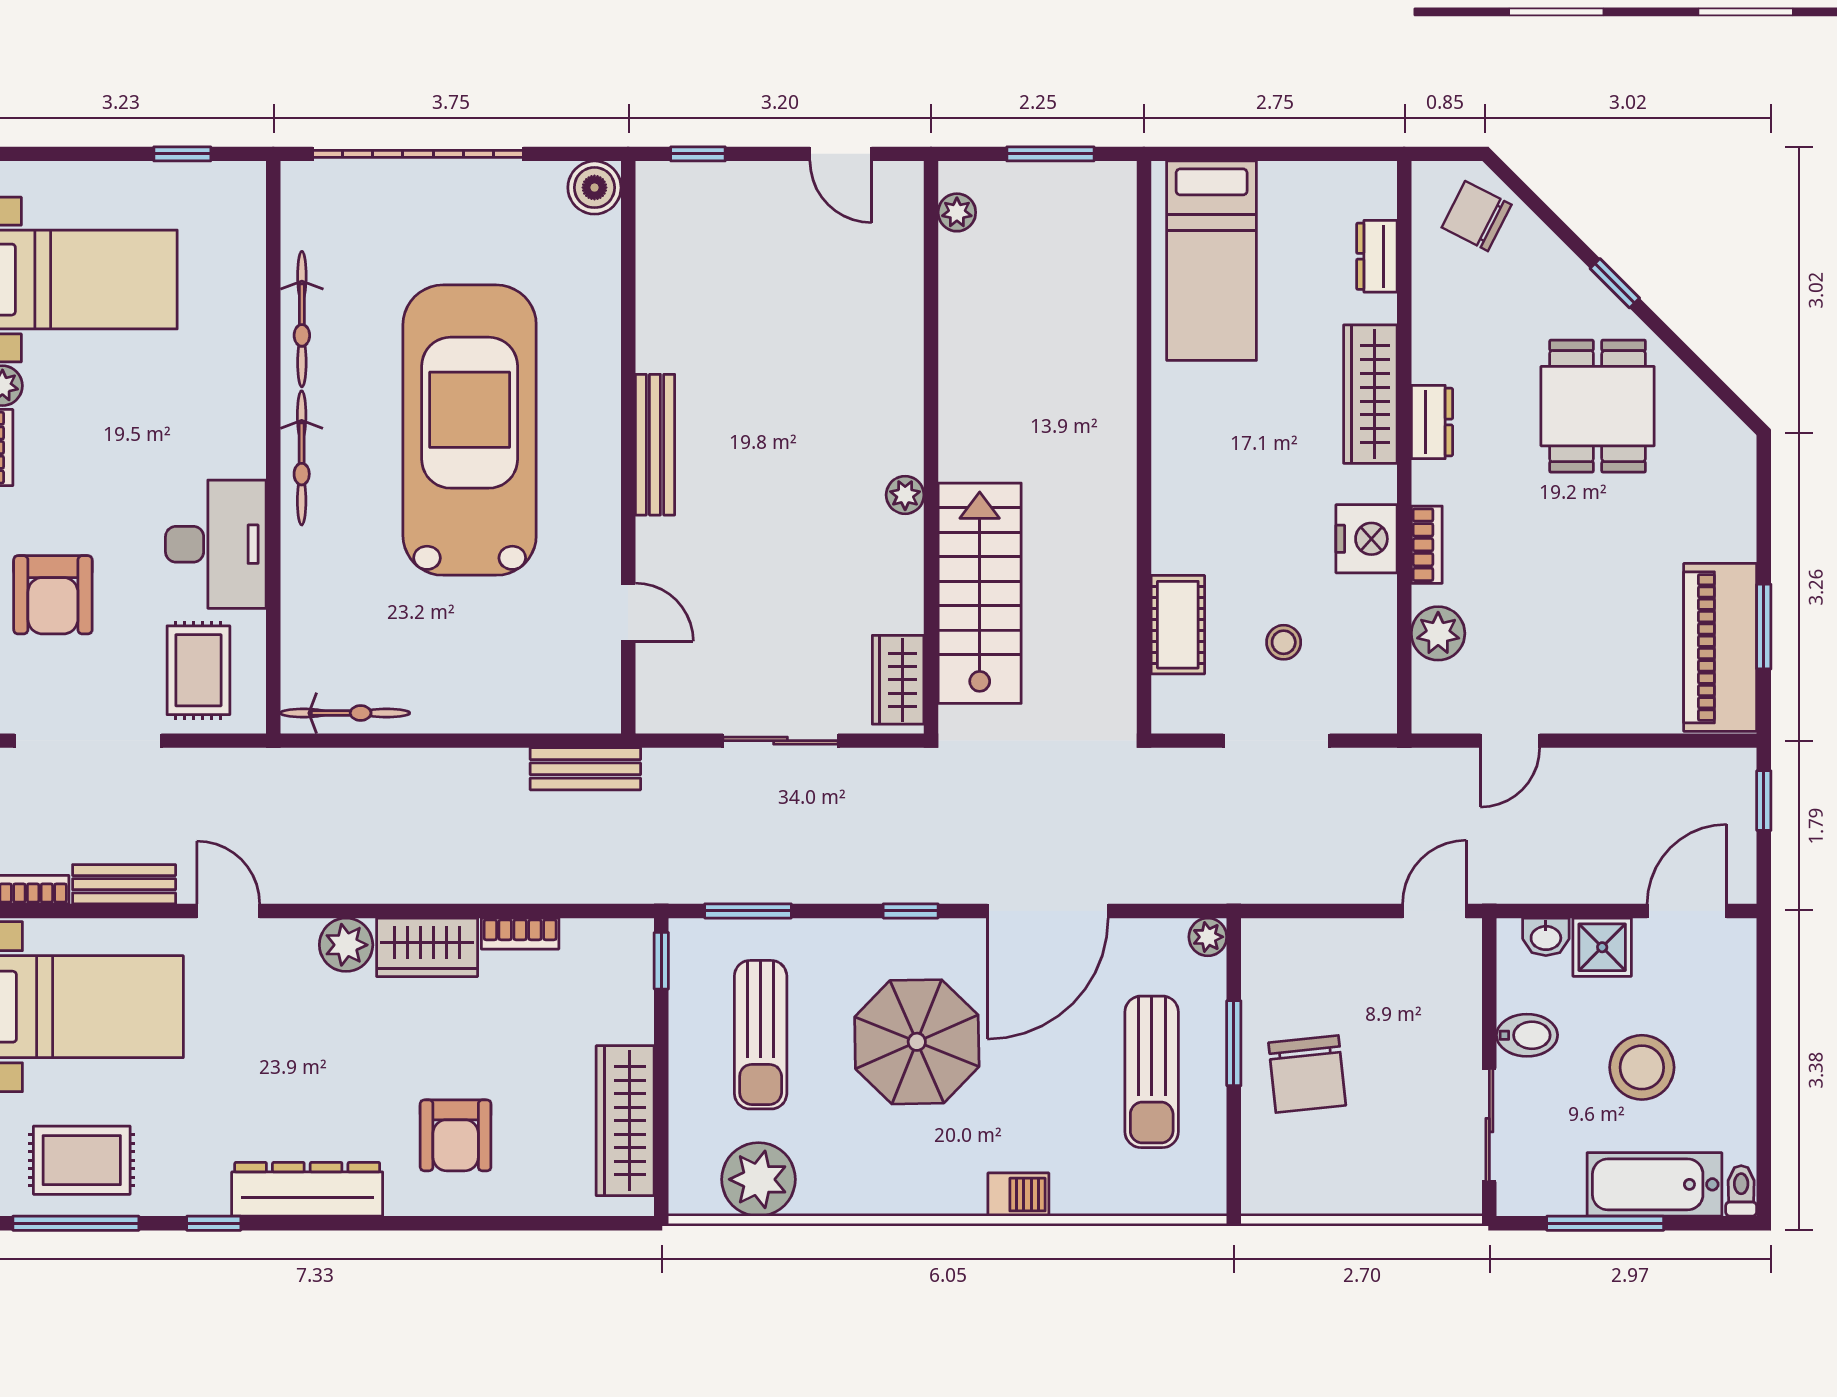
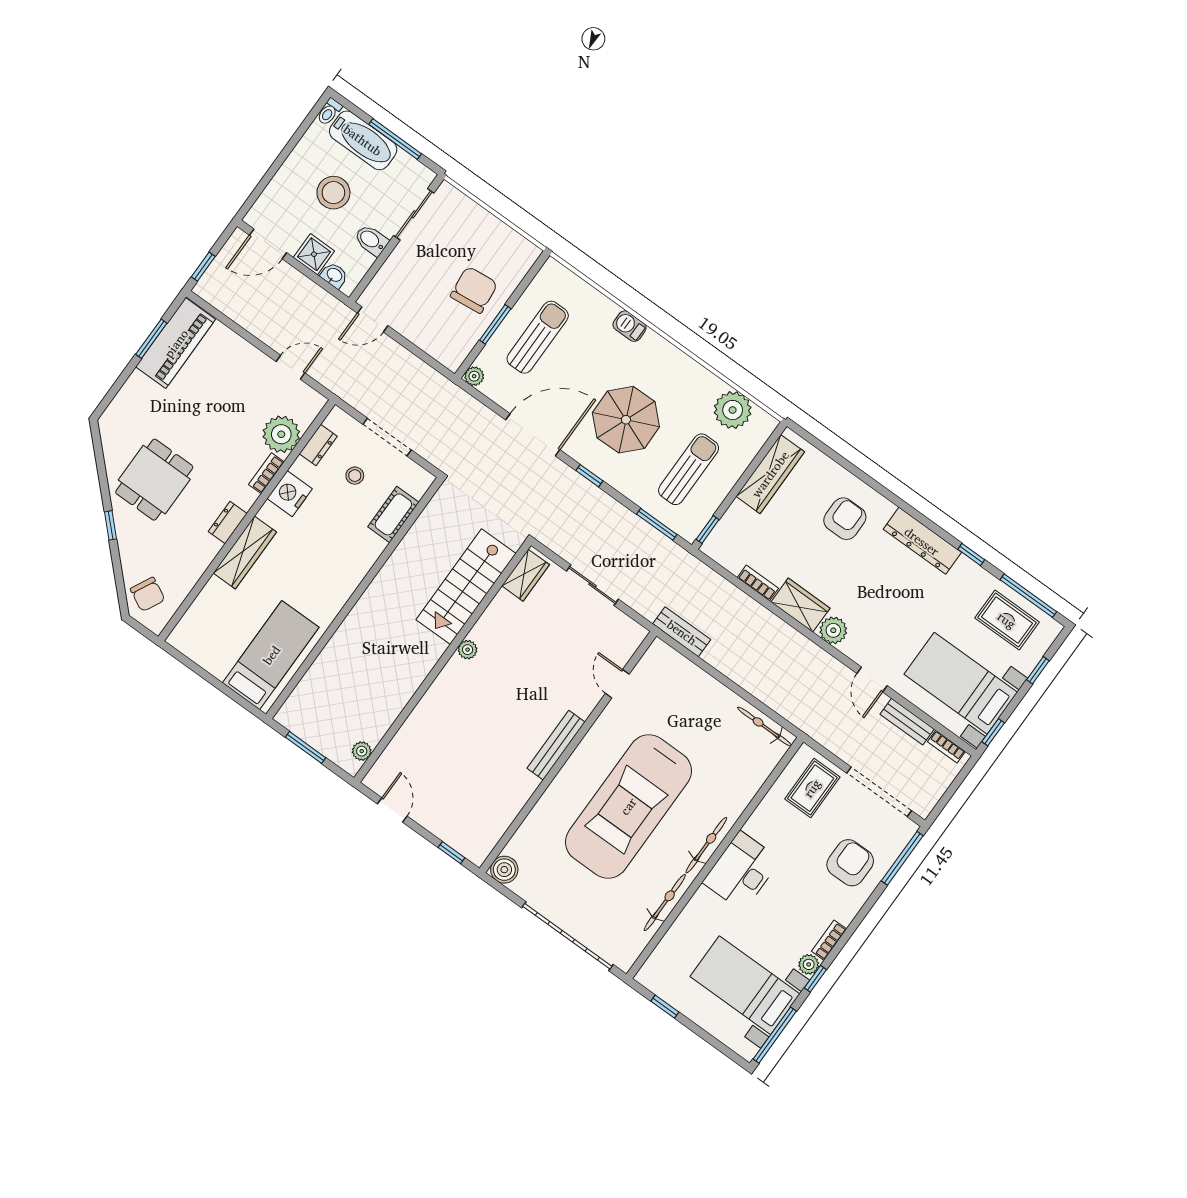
dresser: (1377, 256) -> (318, 445), moved
desk: (216, 544) -> (742, 871), moved
plant: (1438, 633) -> (281, 434), width x1.36, depth x1.36

